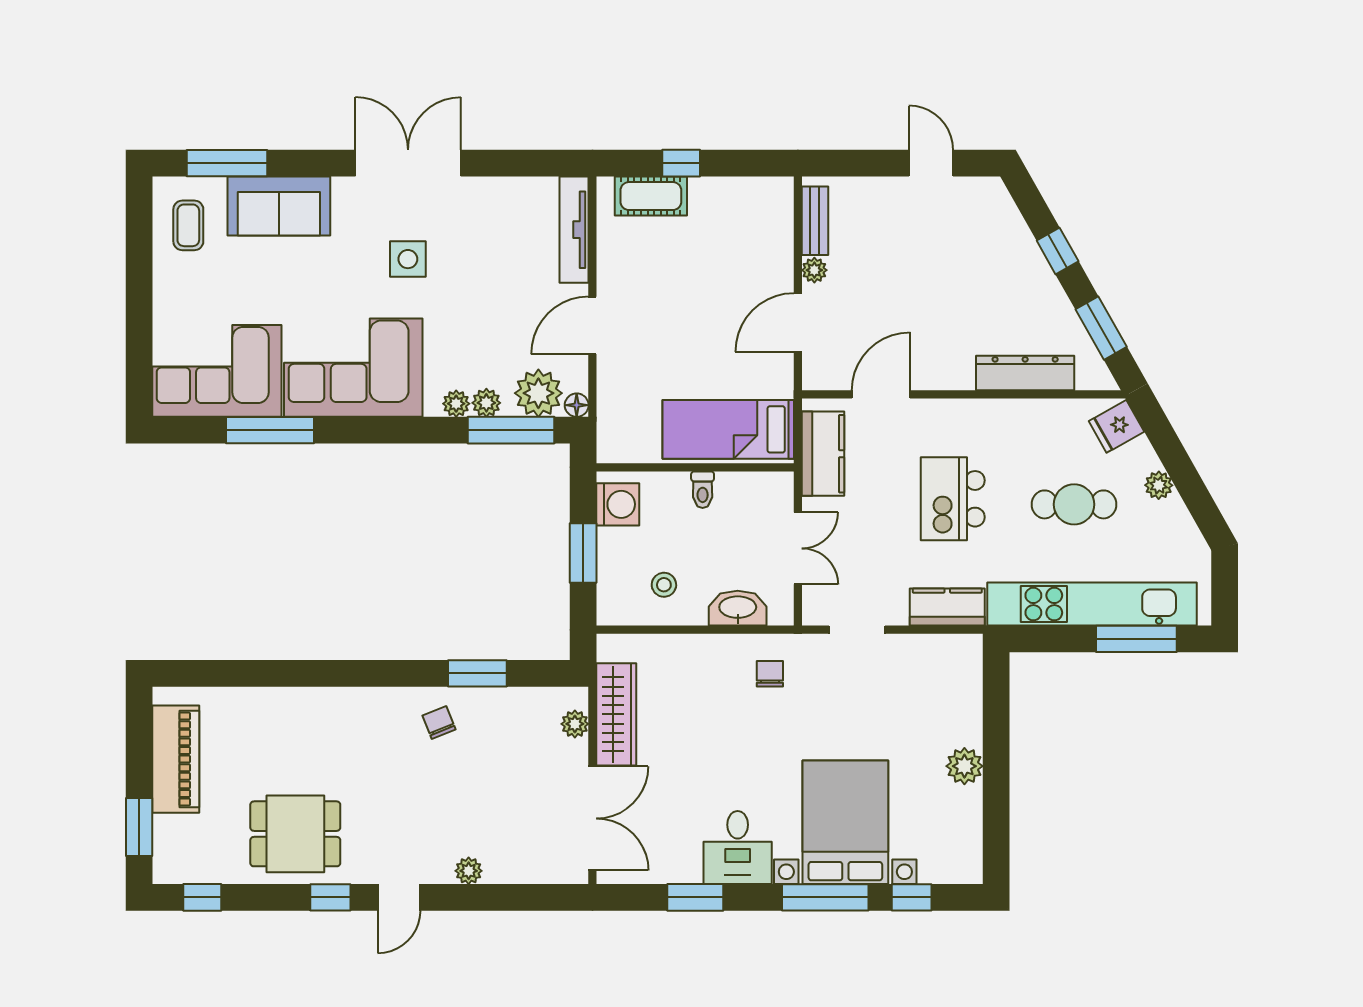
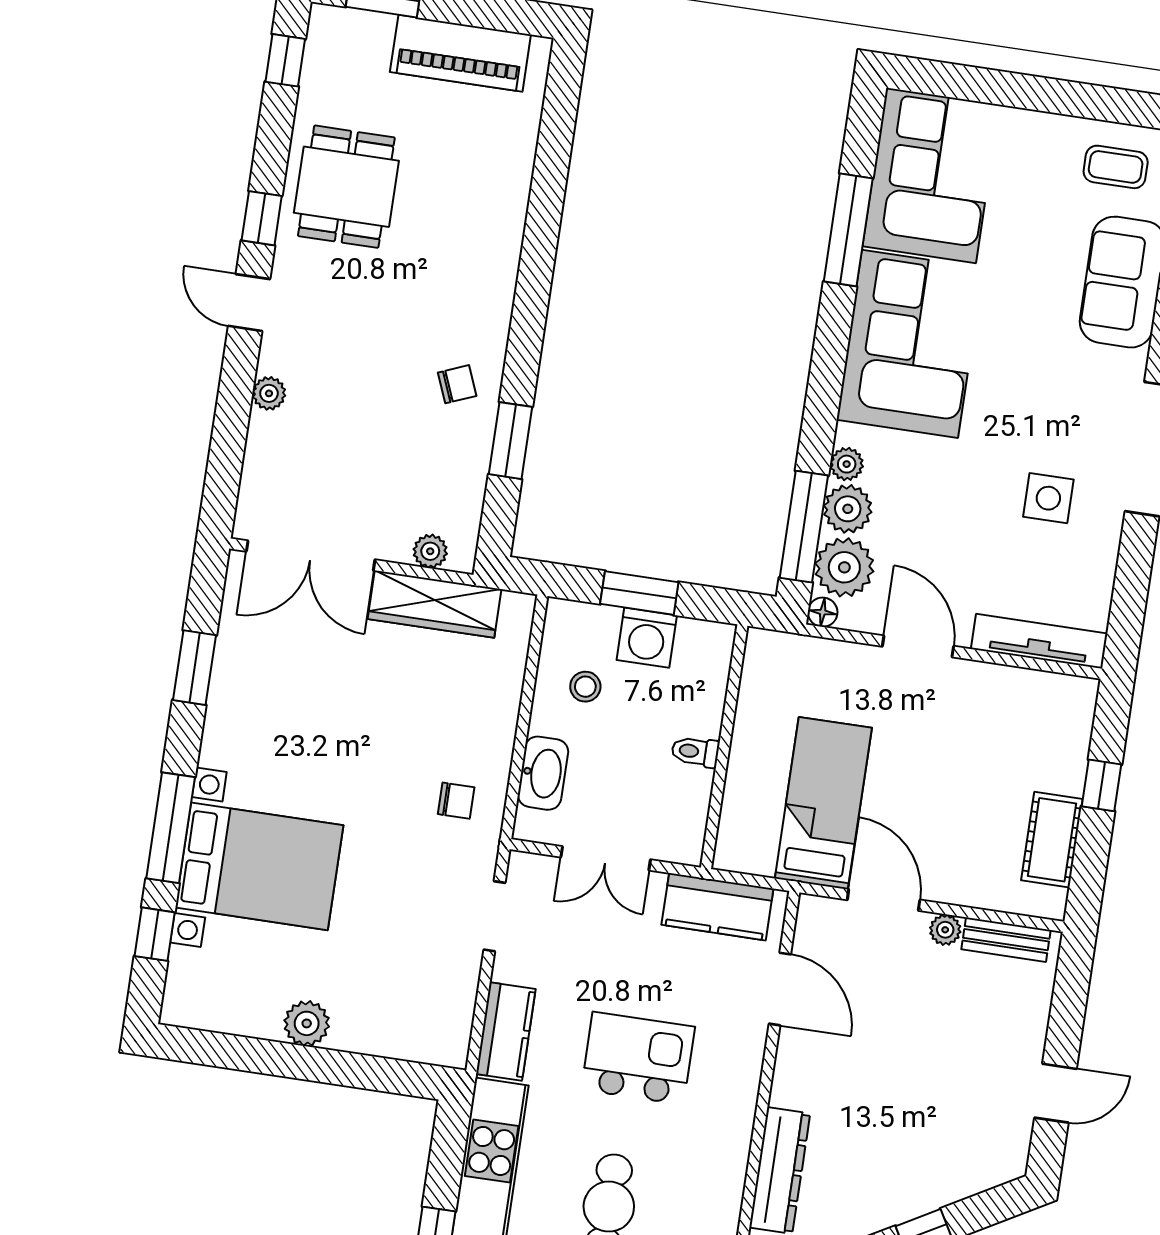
cot: (651, 196) -> (1052, 840), moved
side table: (408, 259) -> (1048, 498), moved
plant: (486, 403) -> (848, 509), width x1.38, depth x1.38
bed: (728, 429) -> (823, 803), moved
washing machine: (618, 504) -> (647, 638), moved
desk: (738, 847) -> (248, 729), removed

